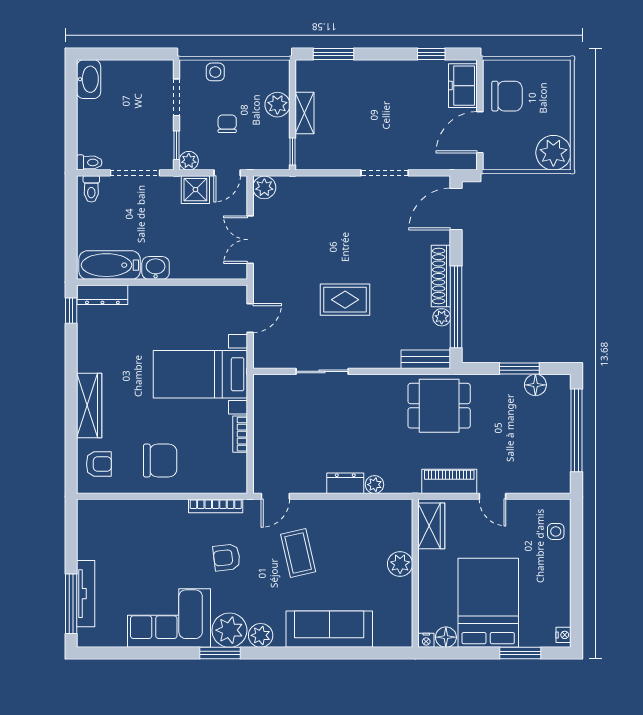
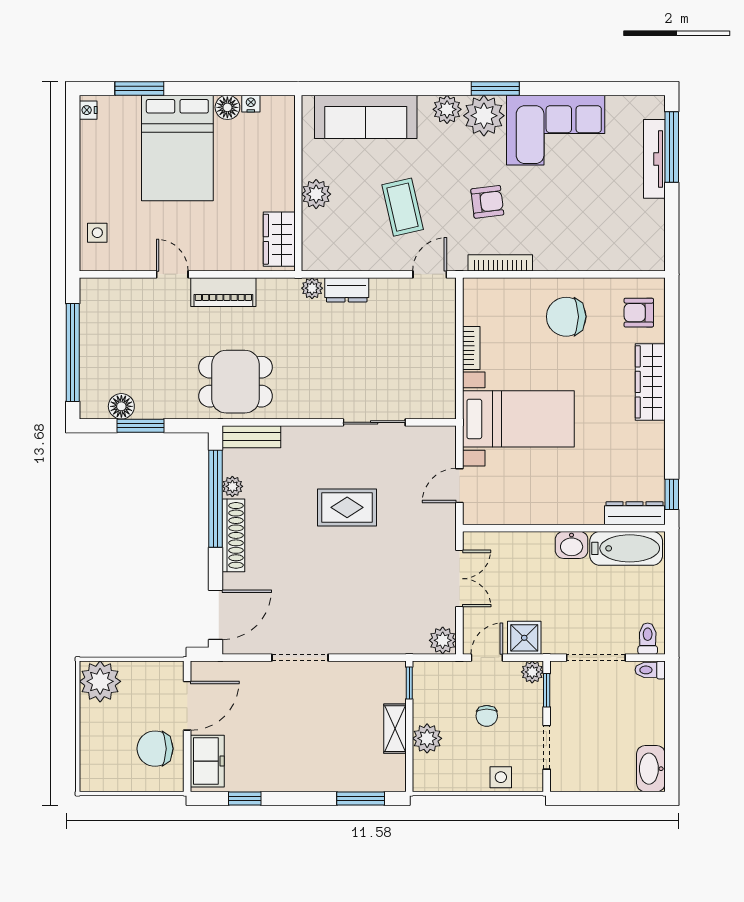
wardrobe: (431, 526) -> (279, 239), moved
plant: (400, 564) -> (316, 194), moved
wall: (415, 573) -> (298, 183), moved

